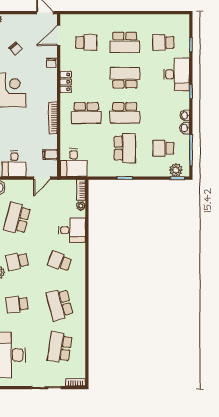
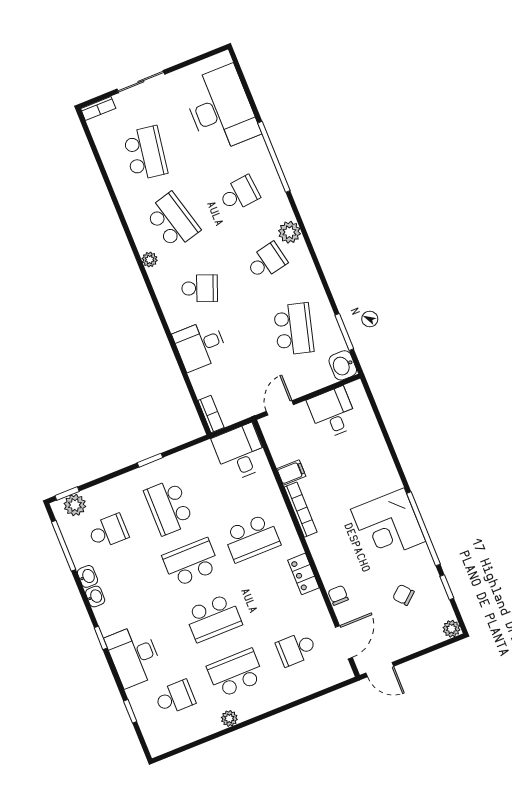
plant: (138, 19) -> (229, 718), added
school desk: (86, 113) -> (252, 538), turned 180
filing cabinet: (50, 154) -> (291, 472), moved
plant: (81, 206) -> (150, 260), moved

